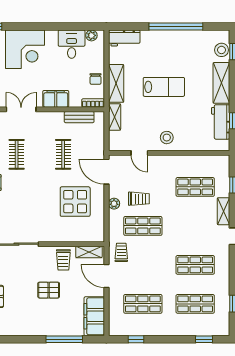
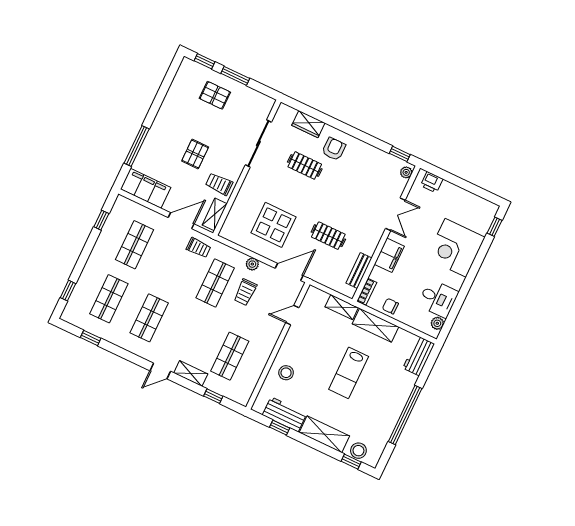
stool: (167, 138) -> (286, 373), moved
clothes rail: (17, 154) -> (305, 165), moved

